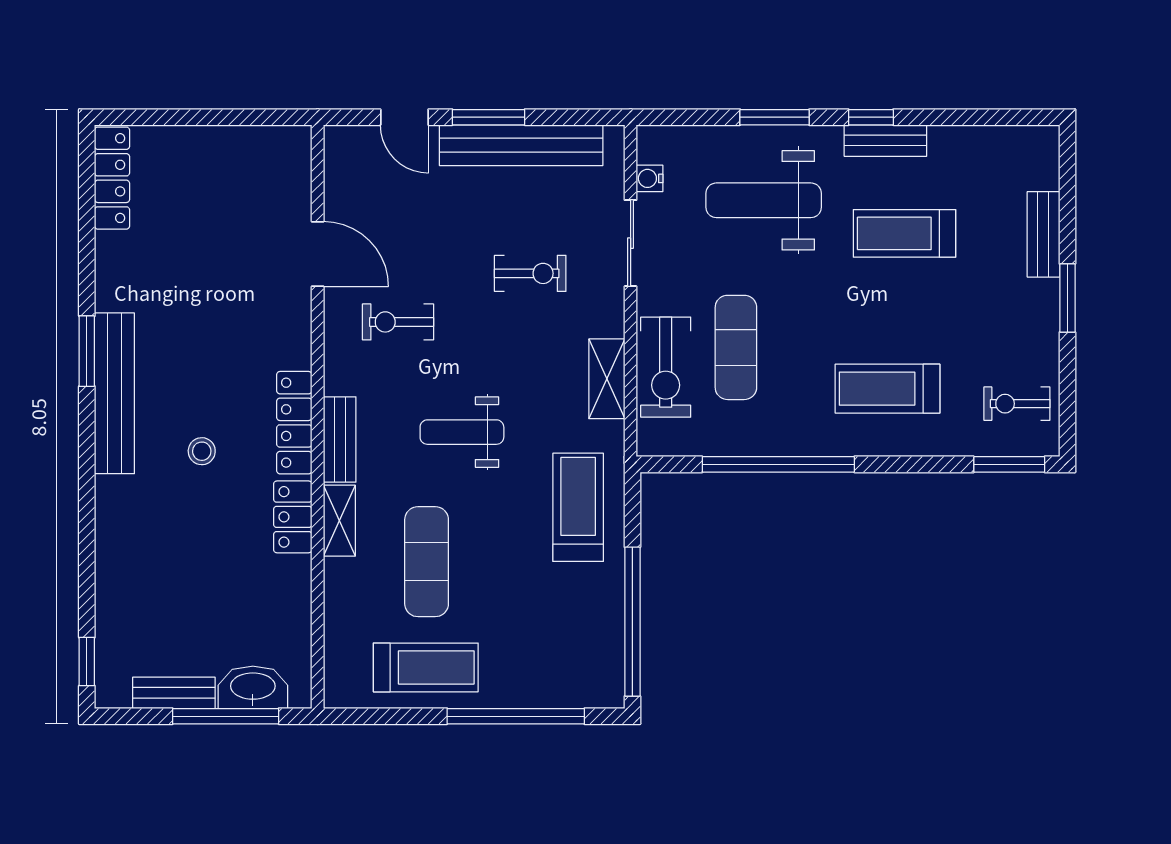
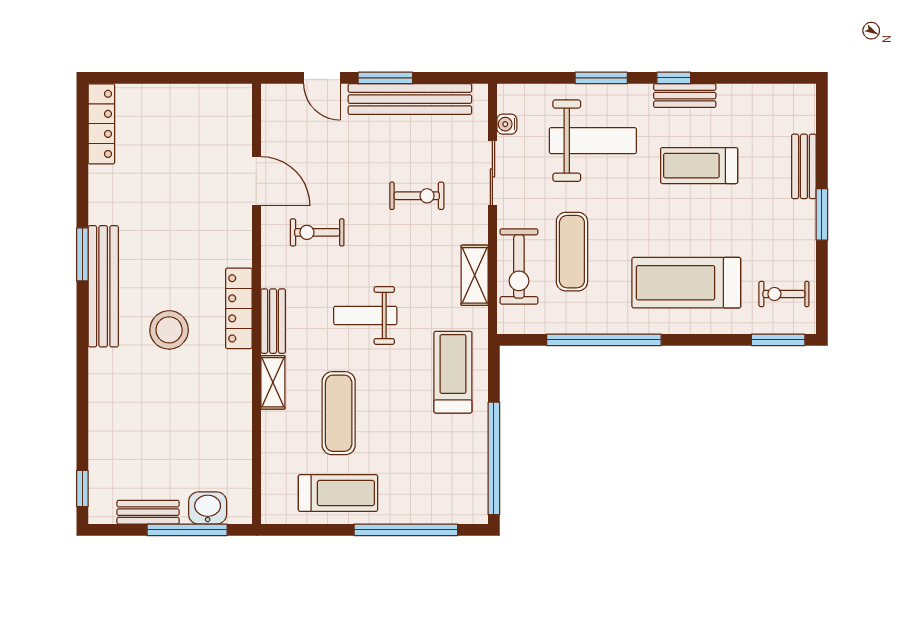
weight bench: (764, 200) -> (593, 141), turned 180
treadmill: (888, 389) -> (686, 283), width x1.37, depth x1.38
stool: (202, 451) -> (169, 330), width x1.89, depth x1.89
locker: (293, 517) -> (238, 379), removed
washbasin: (253, 687) -> (208, 508), width x0.72

